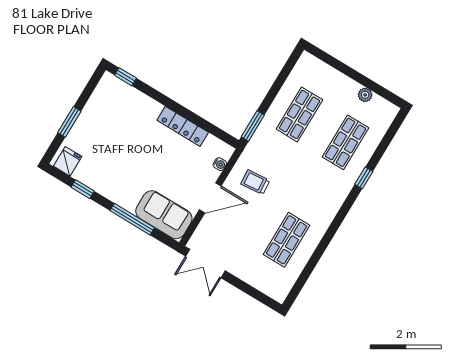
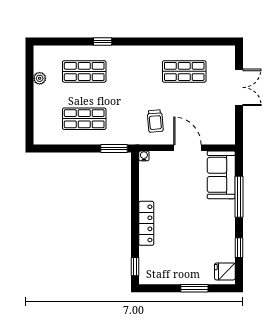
locker: (183, 126) -> (146, 223), moved
water cooler: (220, 164) -> (144, 156), moved
double door: (205, 263) -> (239, 87), moved

